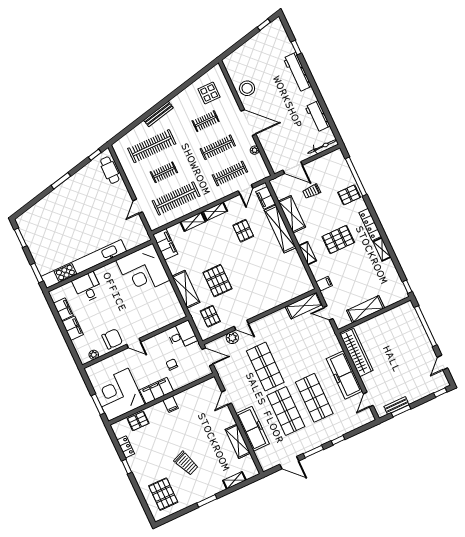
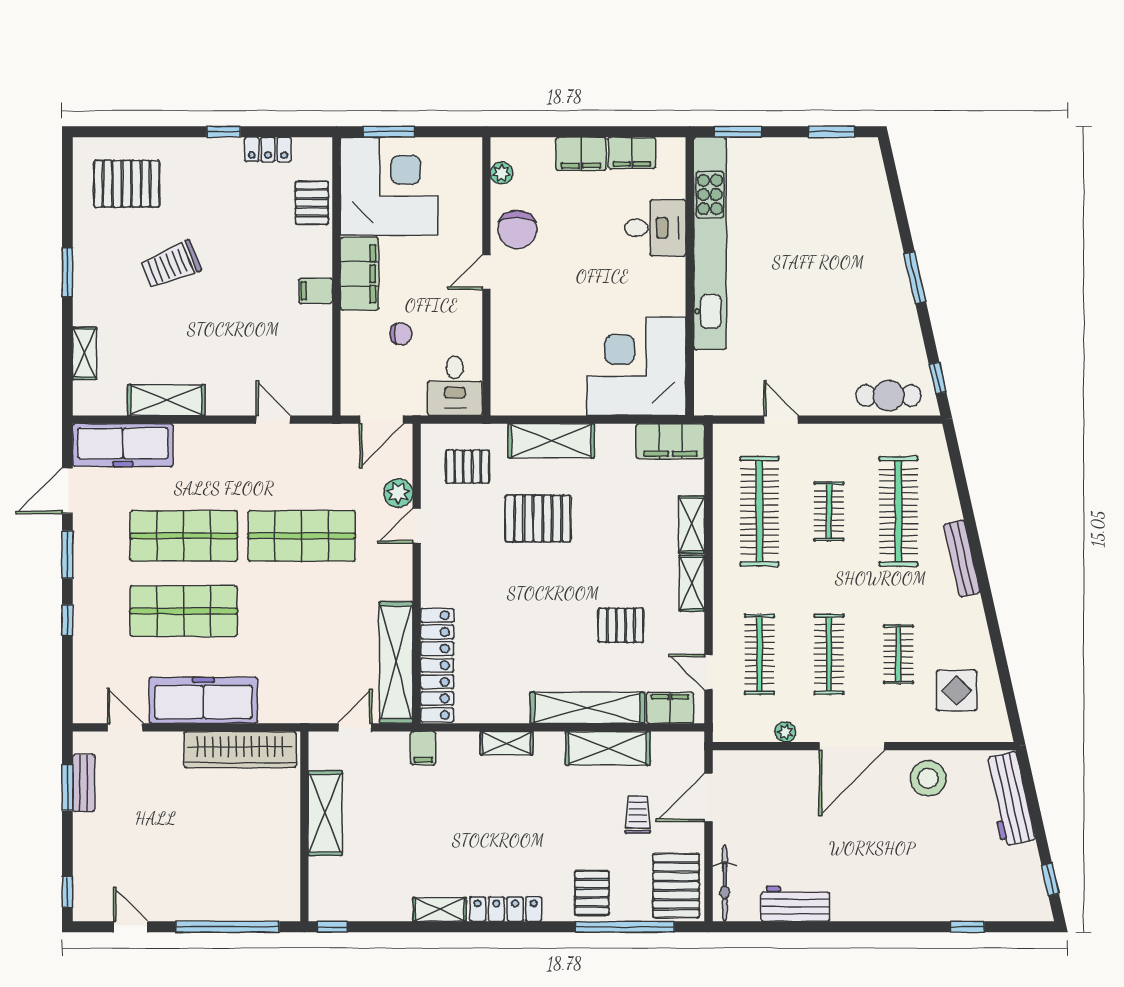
workbench: (297, 72) -> (1009, 799), moved, turned -103
pallet: (338, 239) -> (676, 886), moved
locker: (290, 293) -> (437, 665), added
shelving: (304, 306) -> (396, 662), width x1.47
freezer: (253, 429) -> (123, 445), moved

